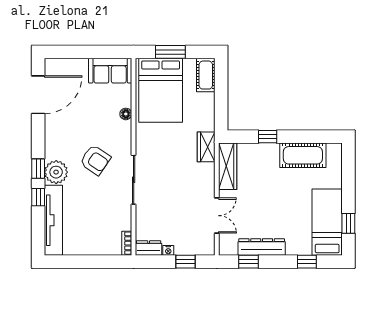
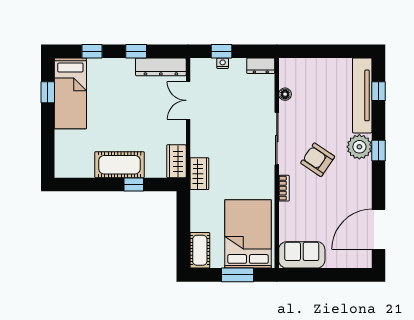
floor lamp: (126, 114) -> (285, 94), moved
cot: (303, 155) -> (120, 165), moved
wardrobe: (228, 166) -> (176, 161), width x0.67
window: (38, 197) -> (379, 91), moved
bookcase: (127, 243) -> (284, 188), moved
dresser: (262, 247) -> (161, 67), moved
nightstand: (168, 250) -> (223, 63), moved
window: (249, 262) -> (136, 51), moved

